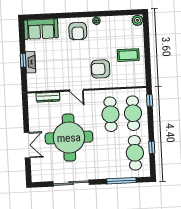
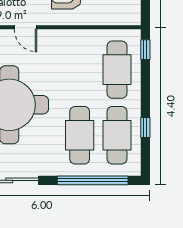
cafe table: (110, 114) -> (80, 135), moved
window: (121, 181) -> (93, 180), width x1.46

